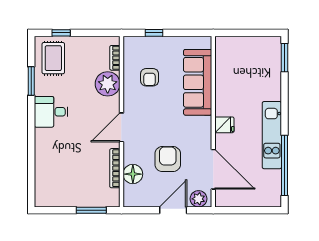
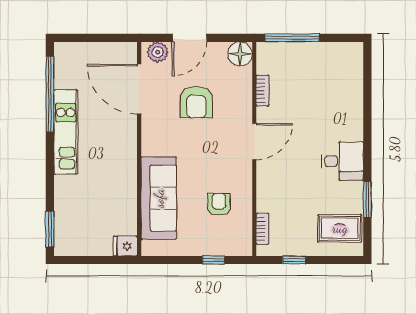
window: (61, 33) -> (294, 260), moved
rug: (53, 58) -> (340, 228), turned 90
plant: (108, 84) -> (272, 196), removed
fridge: (224, 125) -> (125, 246), moved
bookcase: (115, 168) -> (263, 91), width x0.64
floor lamp: (133, 174) -> (240, 54), moved
window: (91, 210) -> (292, 38), width x1.44

